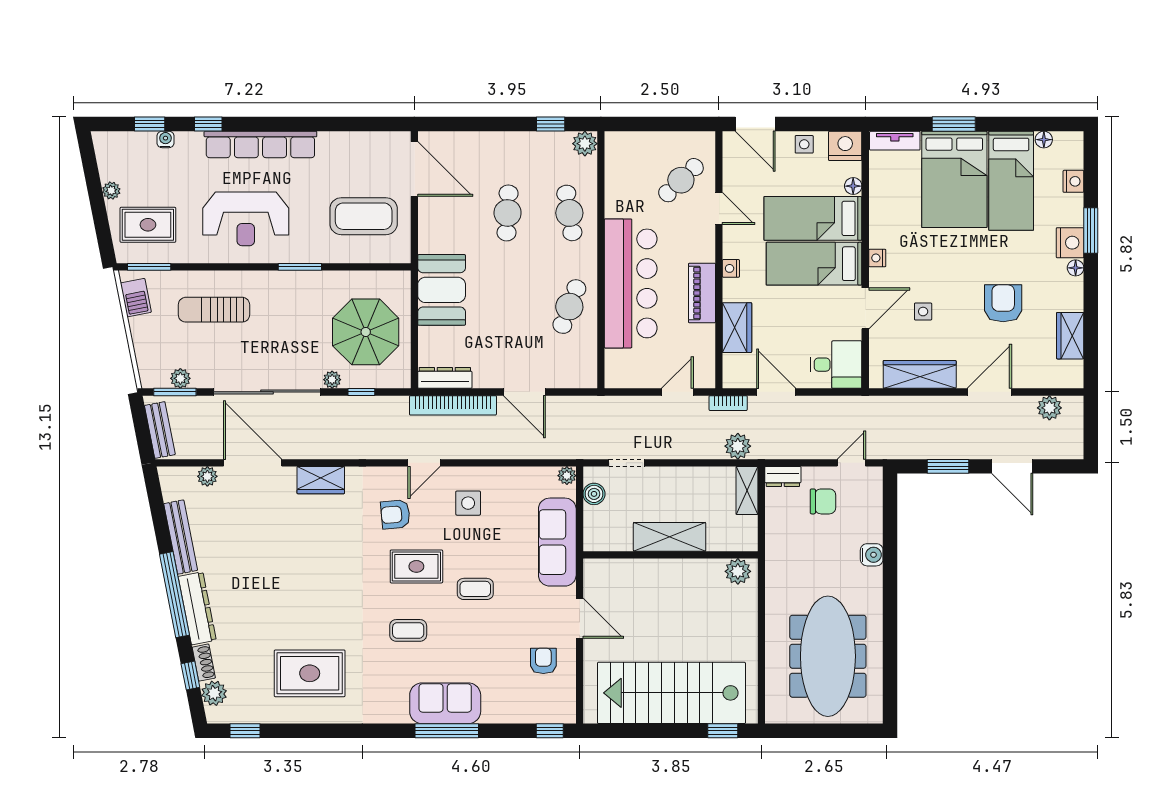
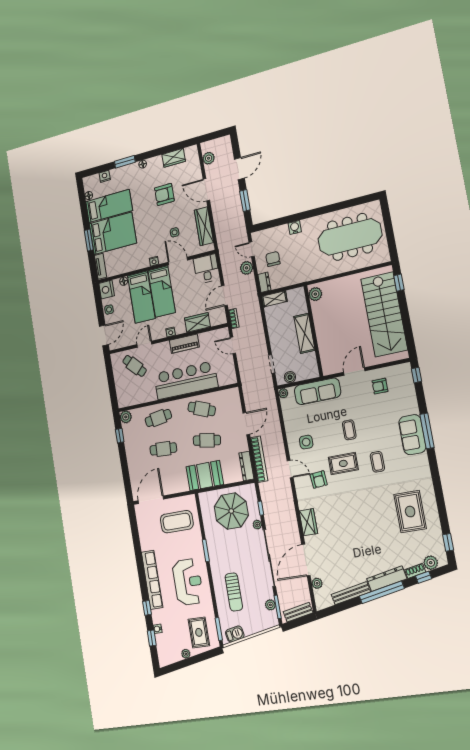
coffee table: (364, 216) -> (177, 522), turned 90
nightstand: (1070, 243) -> (132, 170), removed
cafe table: (508, 307) -> (207, 440), added
plant: (738, 446) -> (247, 268), moved
rug: (416, 566) -> (343, 463), turned 90

